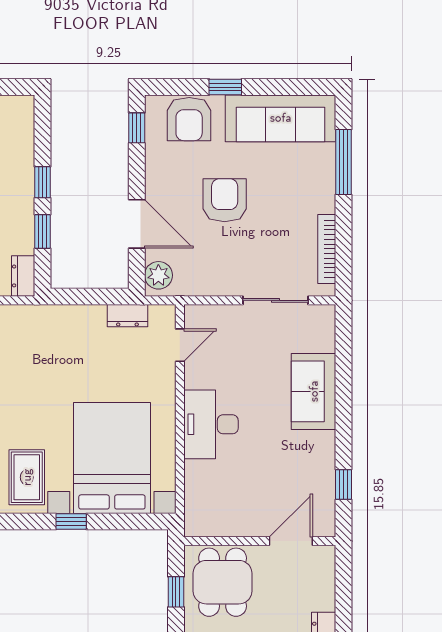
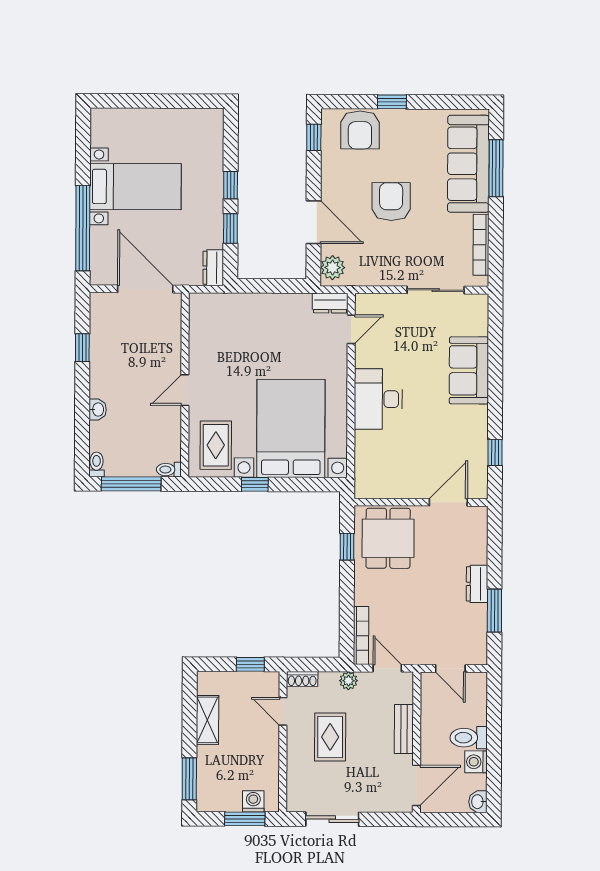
sofa: (281, 118) -> (468, 164), moved, turned 90
dresser: (127, 316) -> (330, 303), moved

